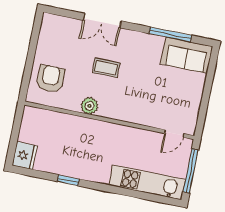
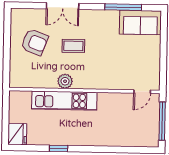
armchair: (50, 79) -> (34, 42), moved, turned 111
kitchen unit: (147, 182) -> (64, 101), moved, turned 180

